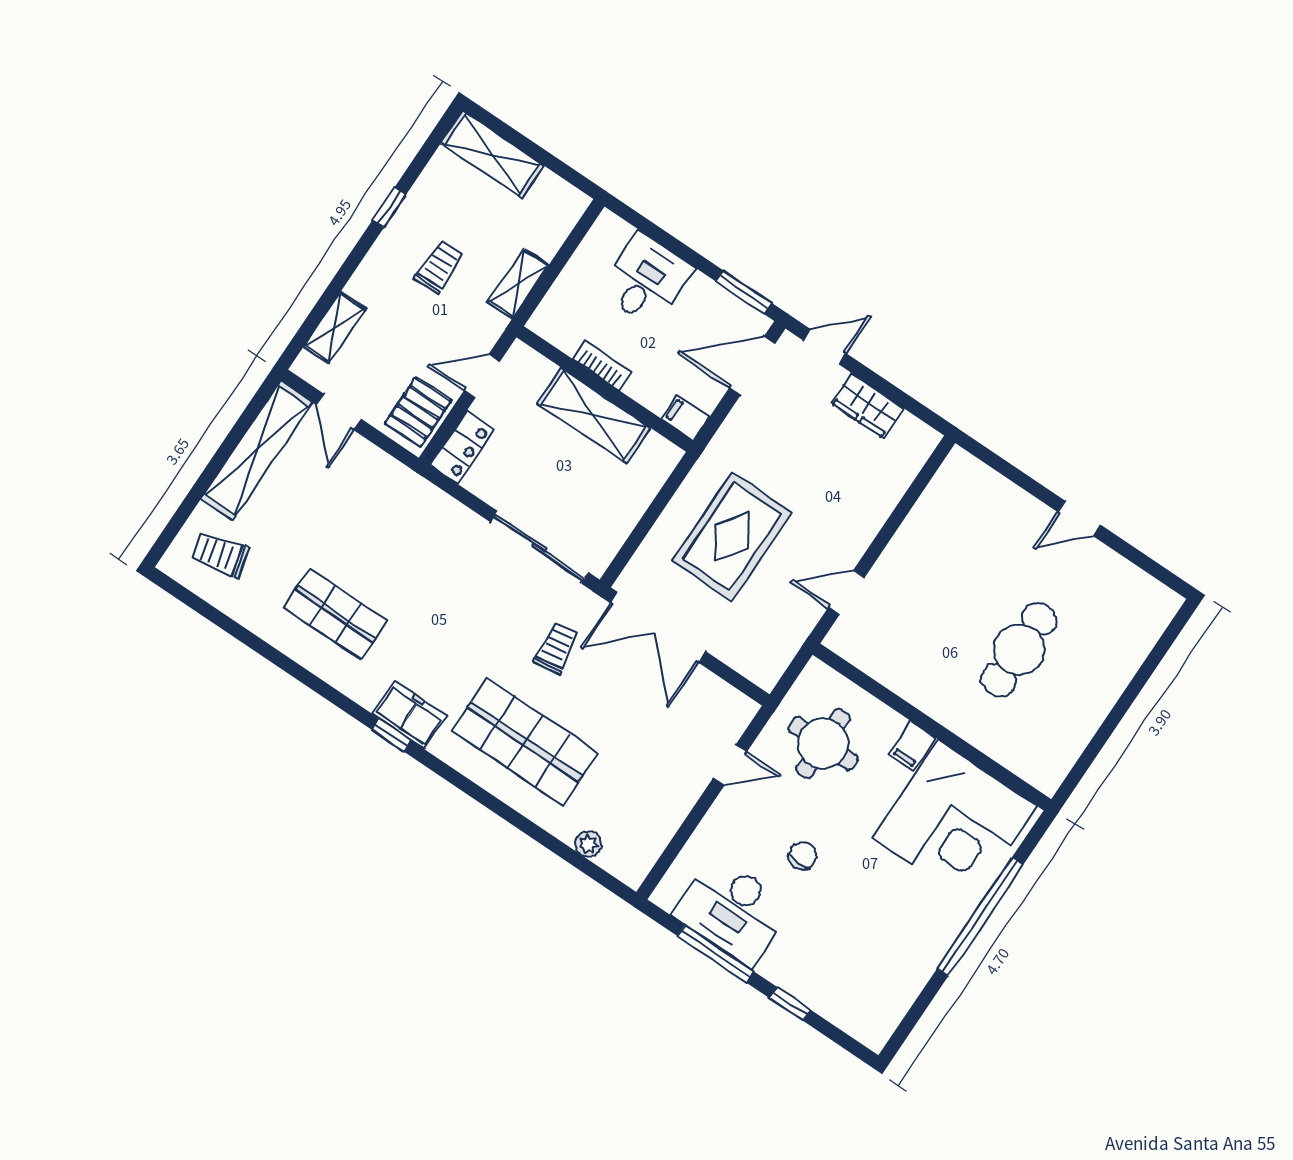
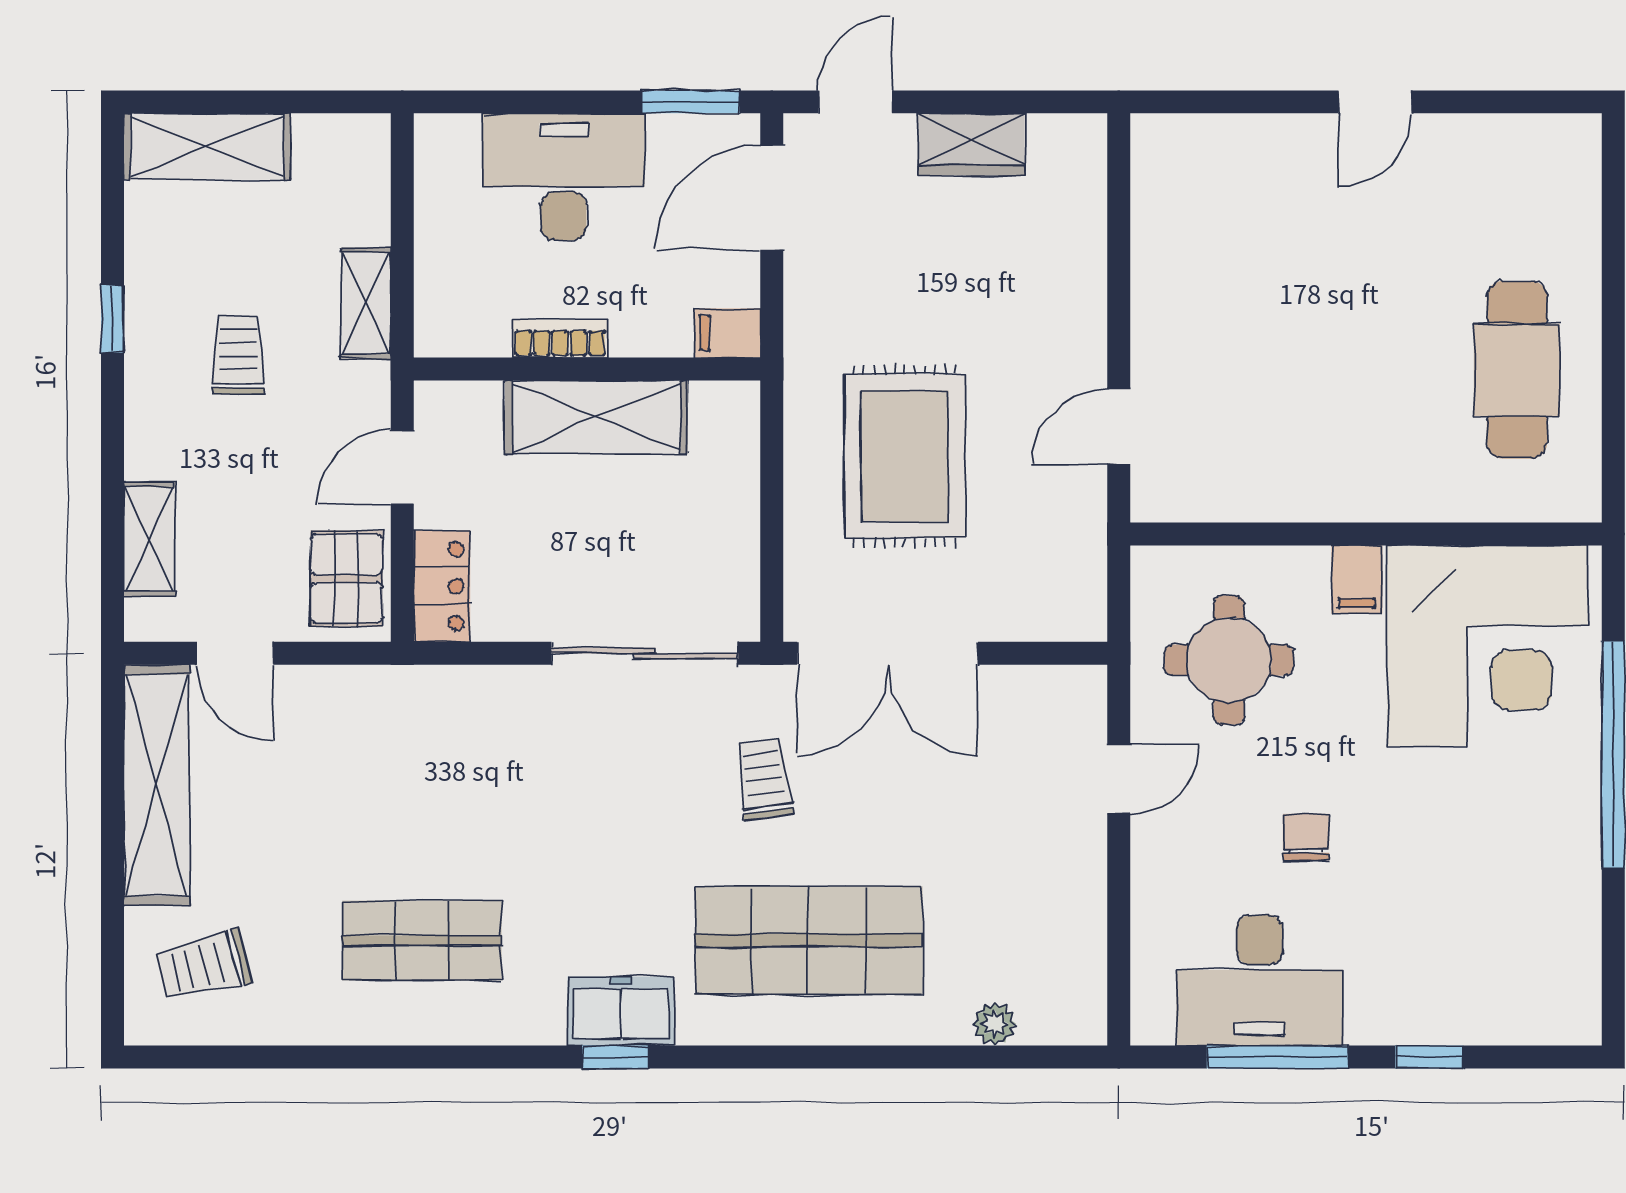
desk: (646, 280) -> (564, 177), width x1.37
cafe table: (1019, 650) -> (1517, 370), moved

